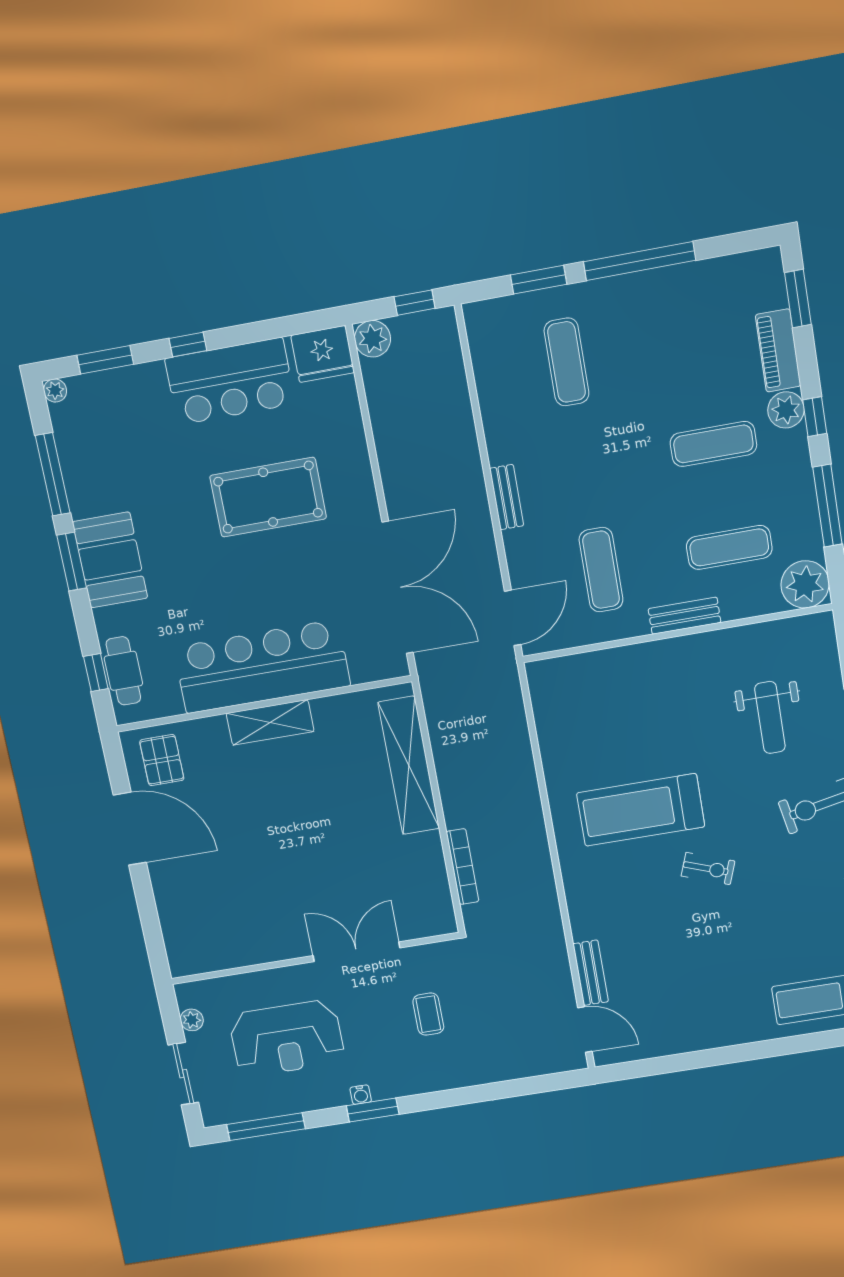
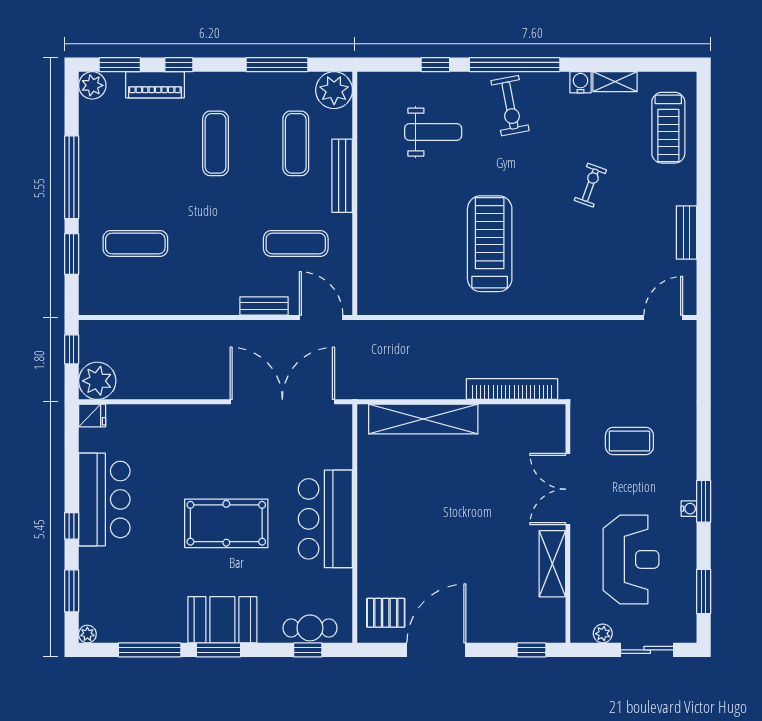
plant: (373, 339) -> (97, 381), width x1.36, depth x1.36
fridge: (323, 354) -> (92, 415), width x0.53, depth x0.75
plant: (786, 410) -> (92, 85), moved
window: (815, 417) -> (179, 65), moved
pool table: (268, 497) -> (226, 523), moved, turned 90
bench: (507, 497) -> (264, 306), moved
bench: (684, 616) -> (342, 176), width x1.36
bar counter: (262, 667) -> (325, 519), width x0.73
shelving: (270, 722) -> (552, 564), moved
treadmill: (641, 810) -> (490, 244), turned 180
bookcase: (463, 867) -> (512, 389), width x1.48, depth x1.31
exercise bike: (708, 869) -> (590, 185), moved
window: (154, 941) -> (532, 650), added
bench: (591, 973) -> (686, 232), moved, turned 90
coffee table: (428, 1014) -> (629, 441), width x1.36, depth x1.30
window: (266, 1127) -> (704, 591), width x0.69

